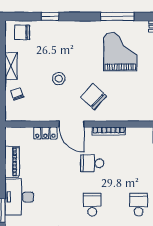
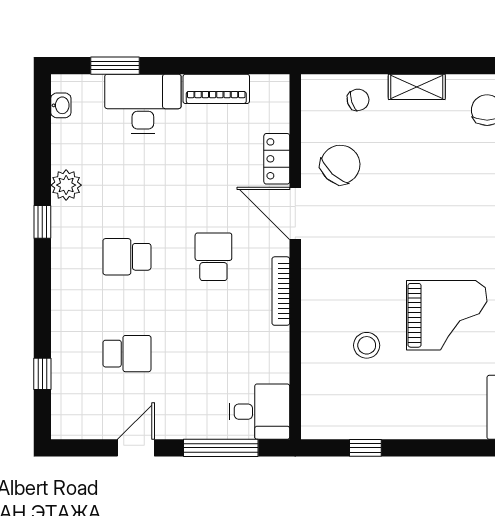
stool: (59, 79) -> (367, 345), moved
chair: (94, 97) -> (340, 165), moved
door: (71, 124) -> (295, 213), hinge flipped
school desk: (92, 205) -> (127, 257), turned 180

